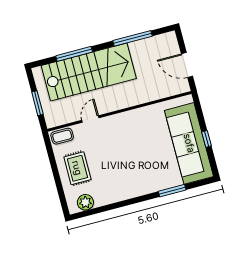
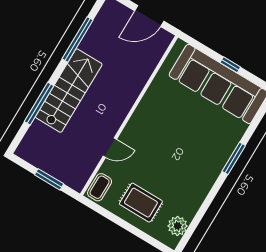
stairs: (89, 72) -> (69, 91), width x0.73, depth x0.66
door: (90, 119) -> (110, 148), swing flipped
window: (172, 191) -> (234, 158), moved

